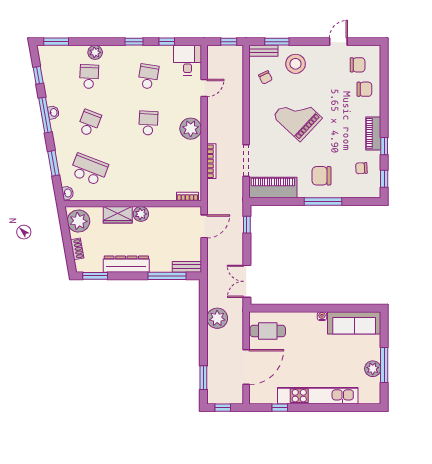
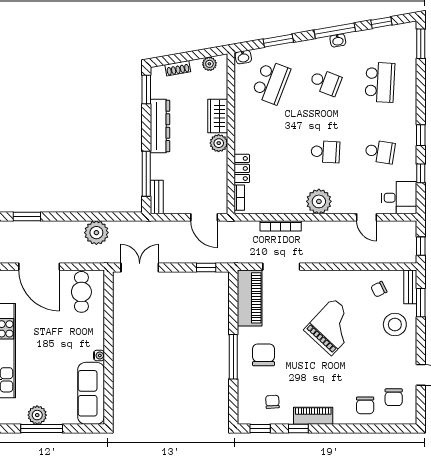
plant: (95, 52) -> (408, 89), removed
school desk: (89, 77) -> (380, 82), width x1.85
locker: (163, 194) -> (242, 168), added
plant: (78, 221) -> (209, 64), width x0.53, depth x0.53

